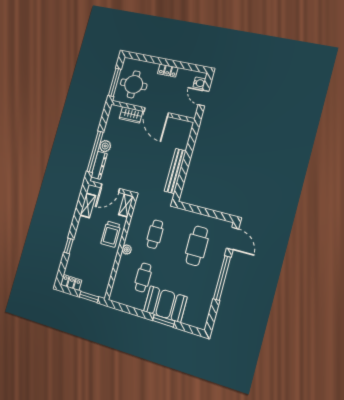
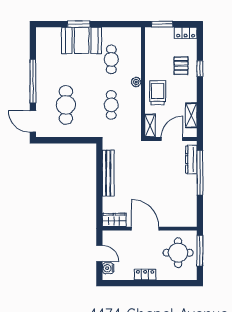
wardrobe: (131, 115) -> (114, 220), moved
plant: (105, 146) -> (190, 181), removed
pallet: (84, 253) -> (181, 66), added

